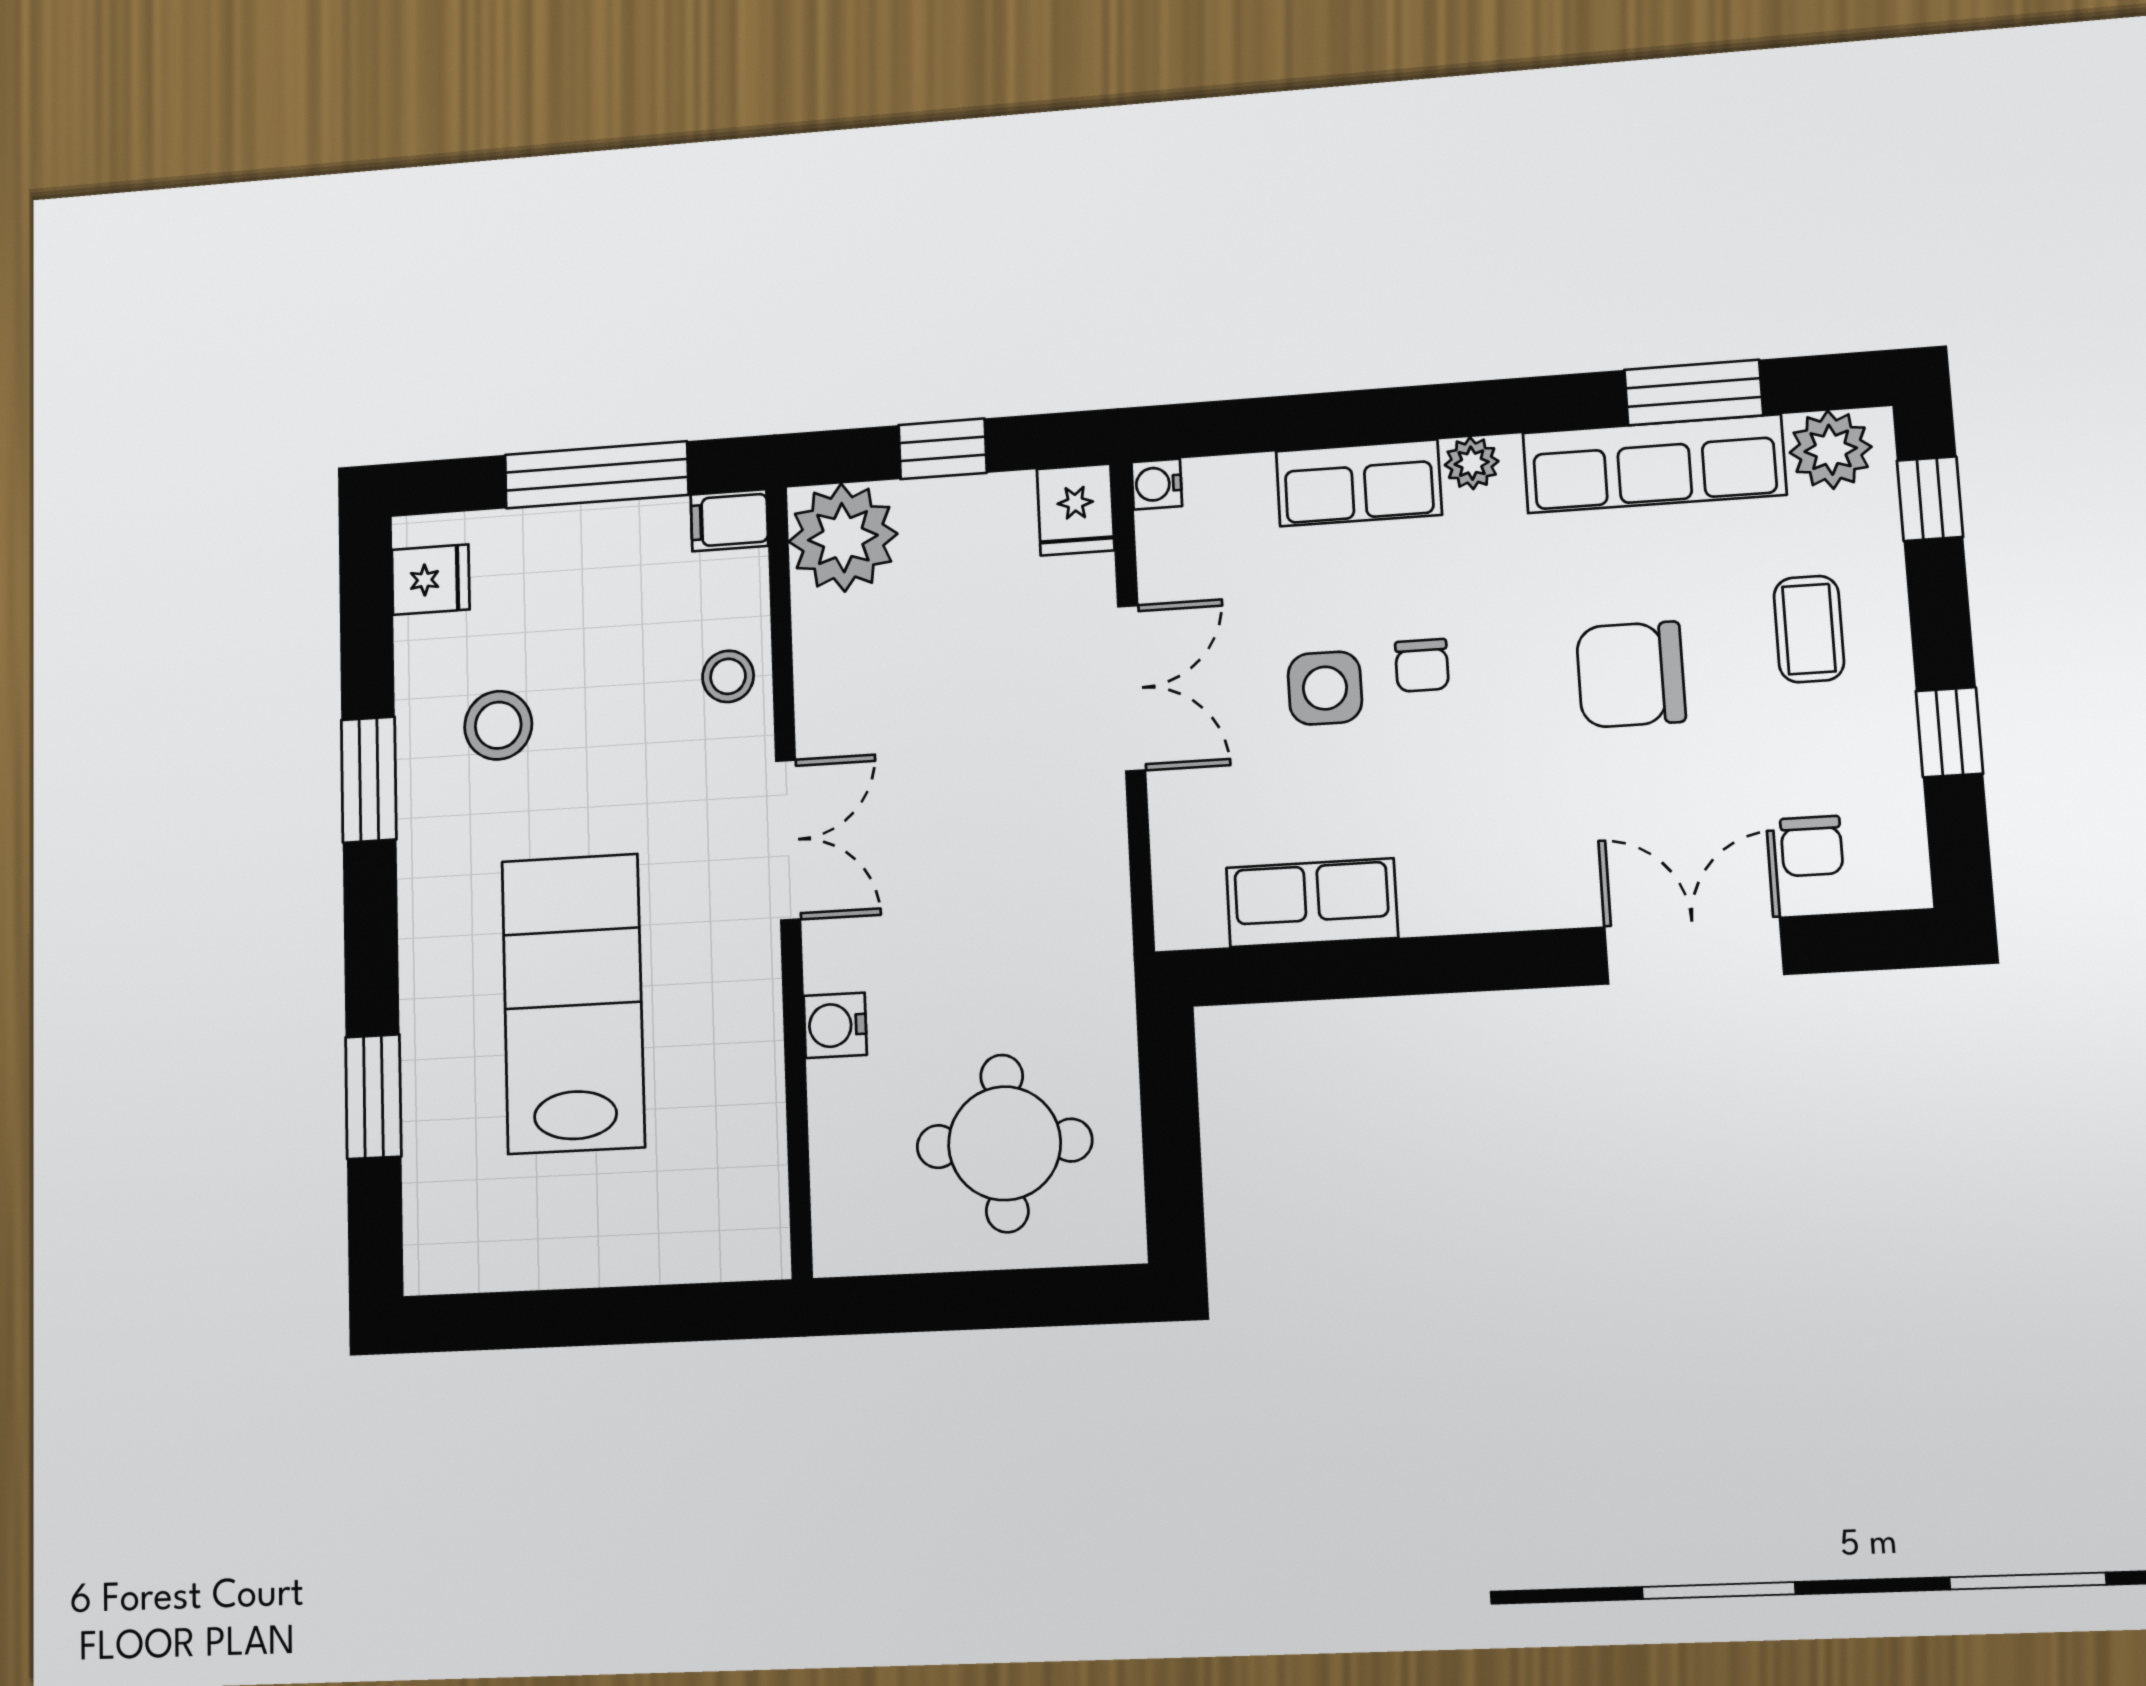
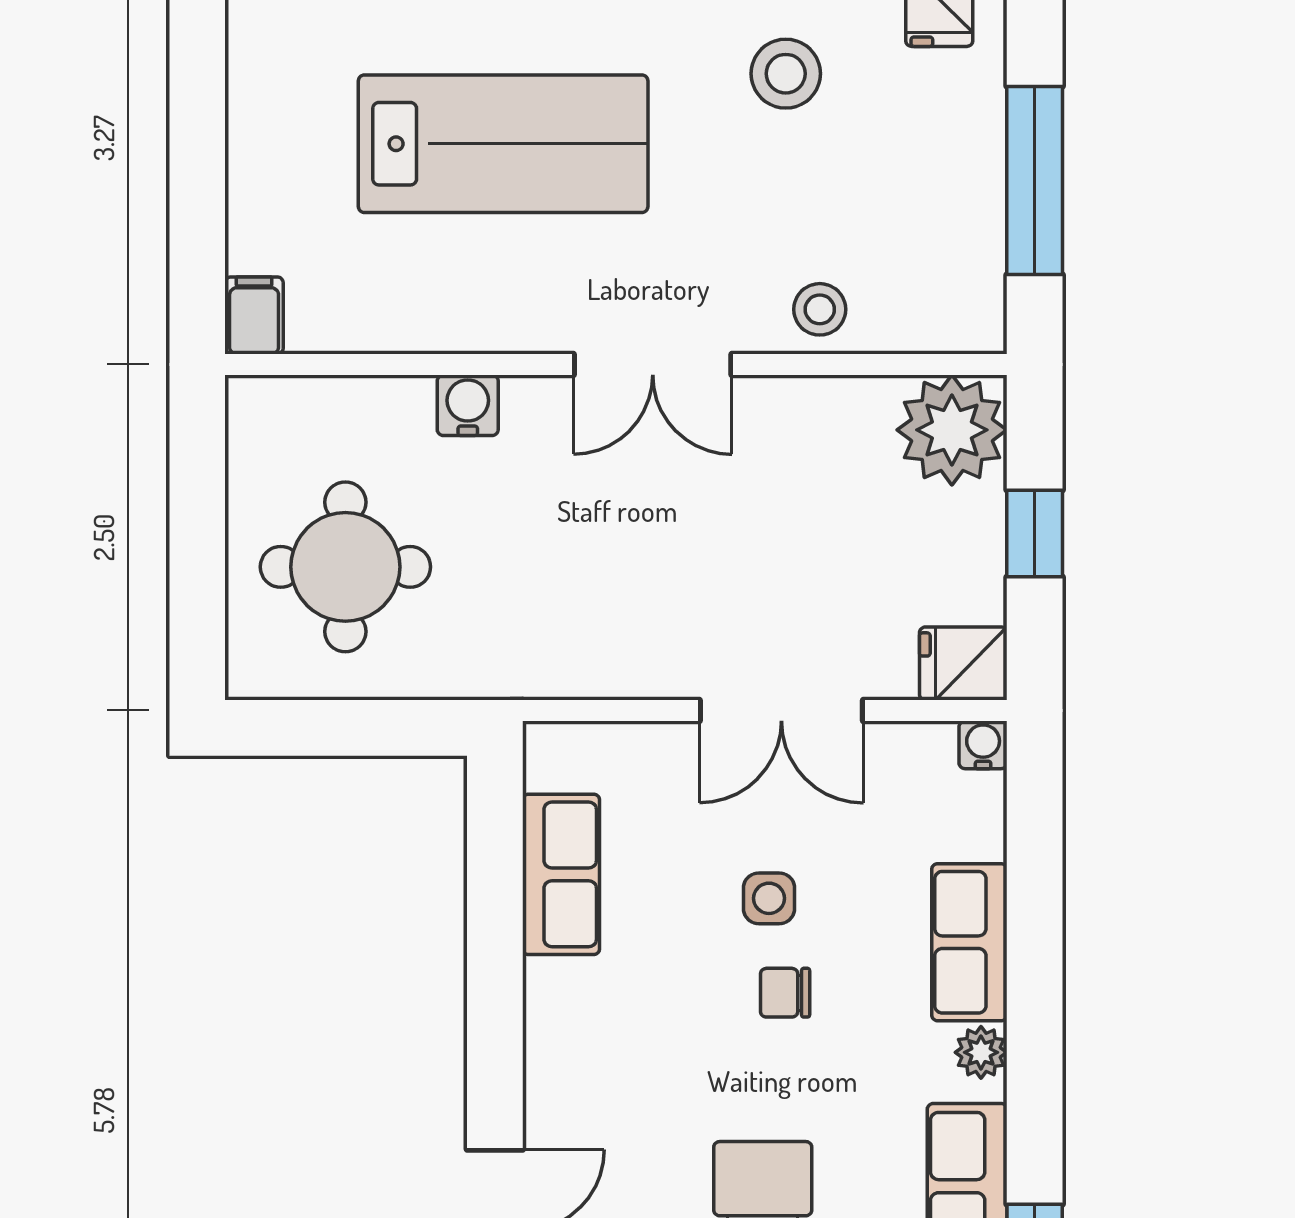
filing cabinet: (729, 520) -> (254, 315), moved
side table: (1325, 688) -> (769, 898), width x0.73, depth x0.73

